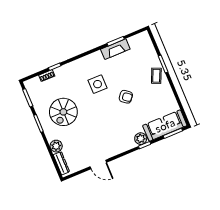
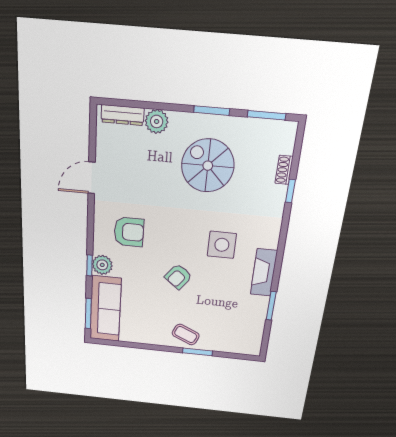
fireplace: (115, 49) -> (264, 272), moved
armchair: (116, 133) -> (129, 232), added

